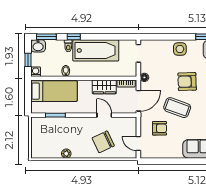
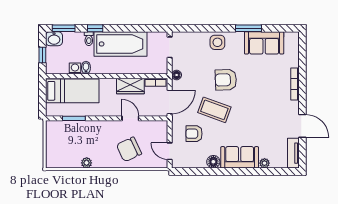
washing machine: (36, 72) -> (75, 68), moved
armchair: (160, 128) -> (194, 134), turned 180
floor lamp: (176, 153) -> (213, 162), added

